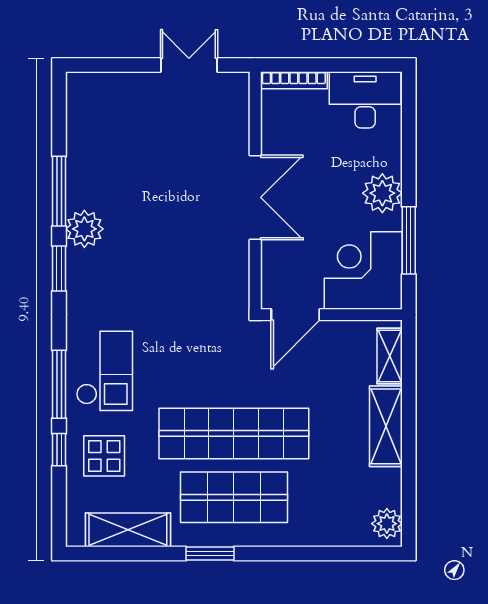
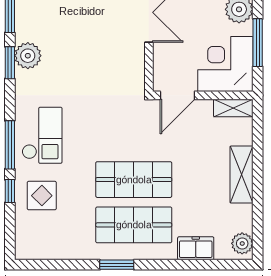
plant: (84, 229) -> (28, 56), moved
shelving: (390, 356) -> (233, 108), moved, turned 90
shop shelf: (234, 433) -> (134, 180), width x0.71
shelving: (128, 530) -> (59, 248), removed
freezer: (321, 530) -> (196, 248), added

